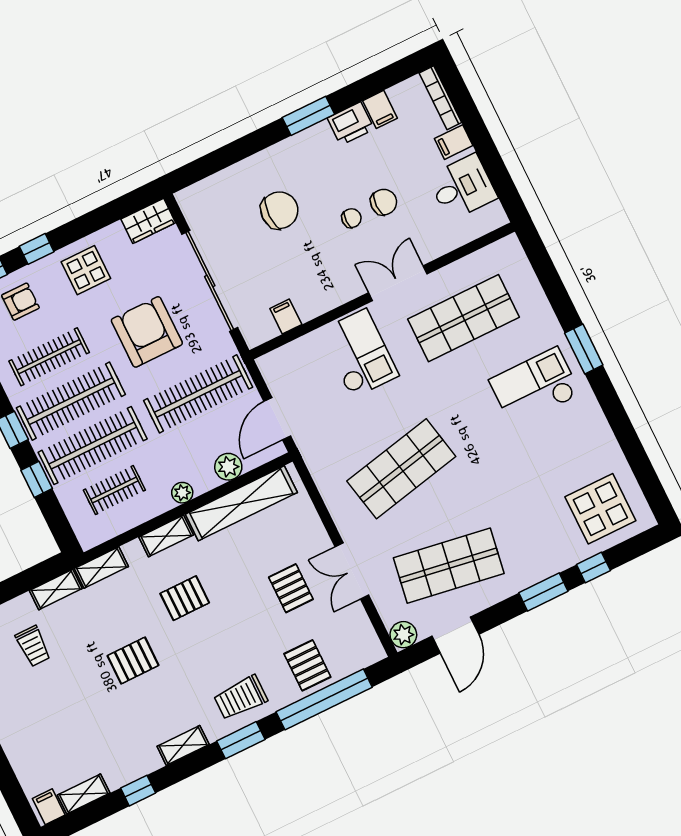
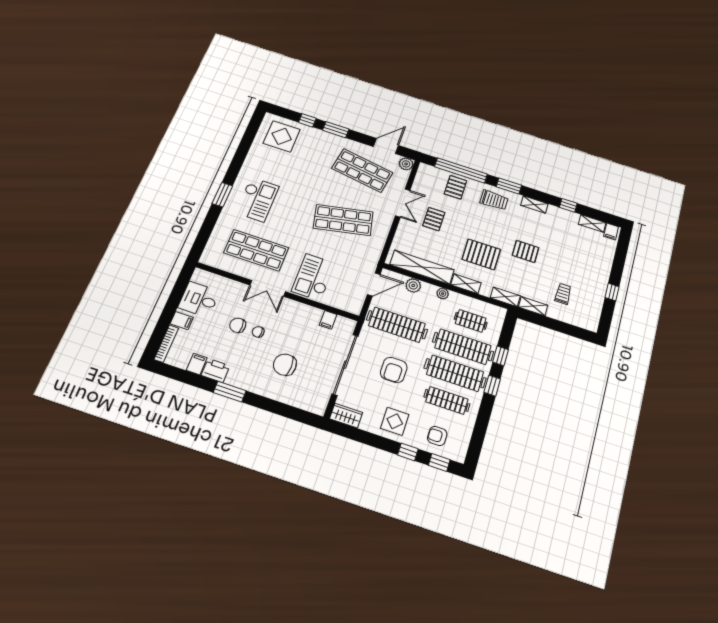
armchair: (147, 332) -> (394, 370), width x0.73, depth x0.73
checkout: (535, 387) -> (257, 200), turned -90
pallet: (185, 598) -> (481, 254), width x1.50, depth x1.42

